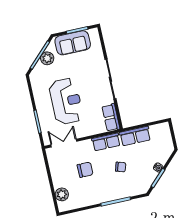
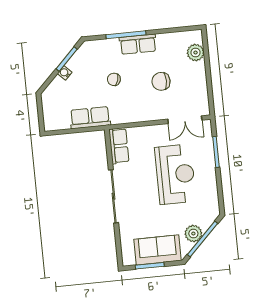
reception desk: (66, 101) -> (175, 174), turned 180
row of seats: (106, 142) -> (138, 44), moved, turned 180

